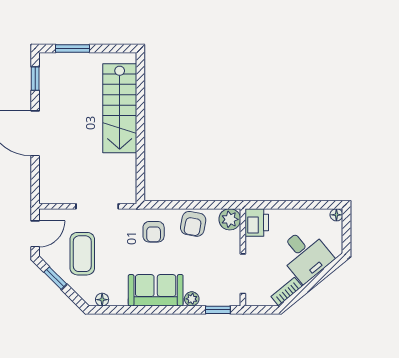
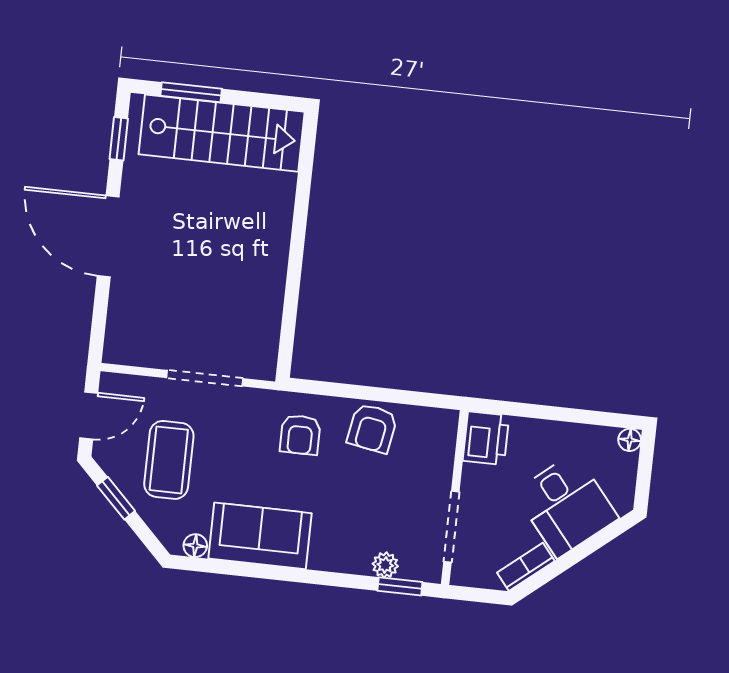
stairs: (120, 108) -> (222, 133), moved, turned -90
plant: (230, 219) -> (439, 427), removed
sofa: (156, 290) -> (260, 536), moved
plant: (192, 299) -> (385, 565), moved

